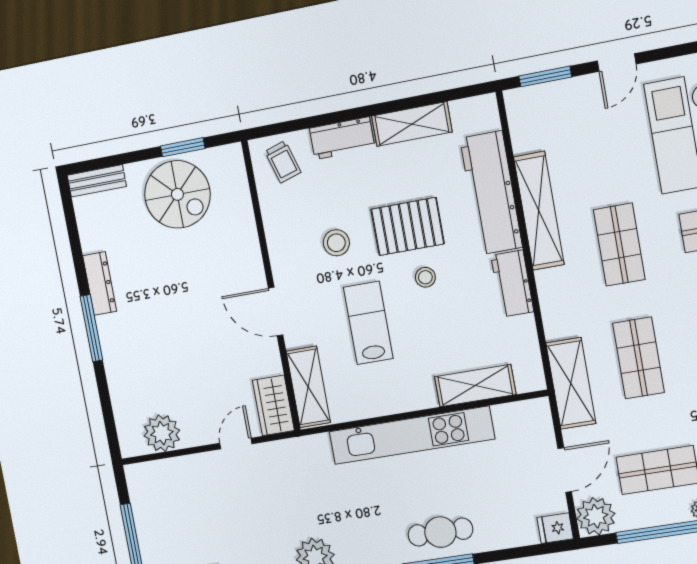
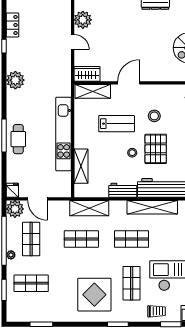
shelving: (571, 383) -> (89, 208), moved
door: (236, 443) -> (73, 42), moved

